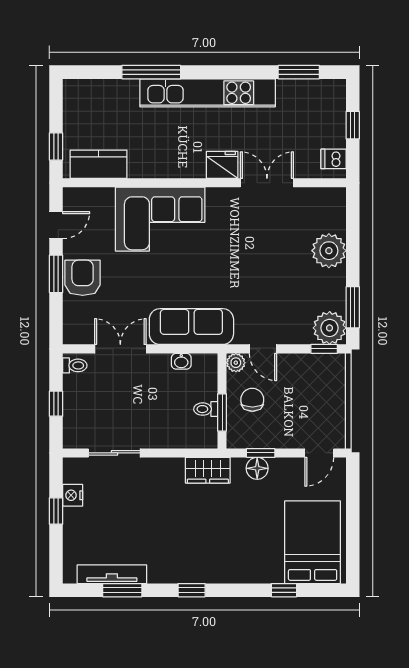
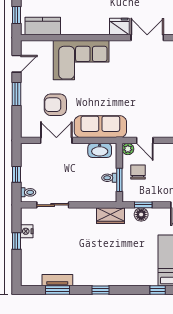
armchair: (83, 278) -> (55, 105), moved, turned -90
washbasin: (181, 361) -> (100, 150), width x1.91, depth x1.45
toilet: (75, 365) -> (28, 192), moved
tv unit: (112, 574) -> (57, 280), width x0.71

